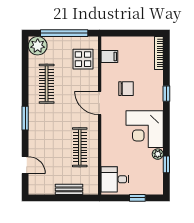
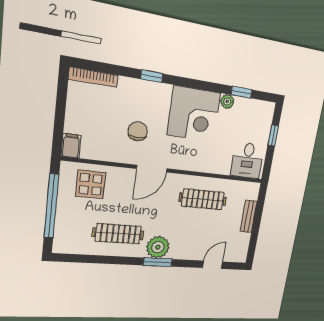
plant: (38, 46) -> (158, 247), moved
filing cabinet: (109, 57) -> (71, 146), moved

